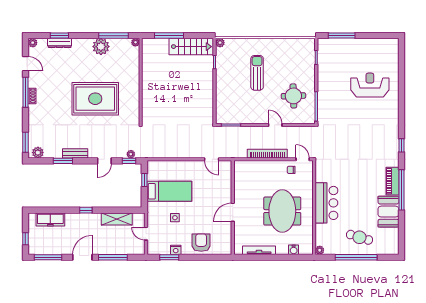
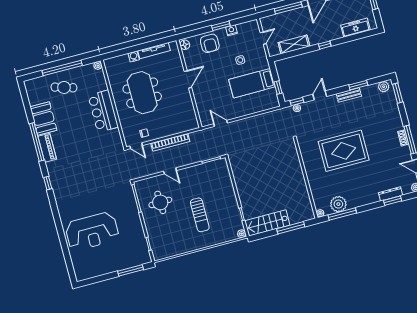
plant: (101, 47) -> (338, 204), moved
reception desk: (370, 85) -> (92, 231), width x1.36, depth x1.30
door: (146, 234) -> (263, 38), hinge flipped
floor lamp: (227, 248) -> (185, 45), added
water cooler: (294, 250) -> (134, 57), moved
window: (169, 257) -> (221, 26), moved

